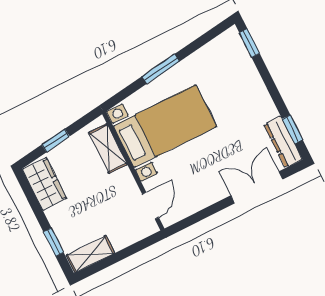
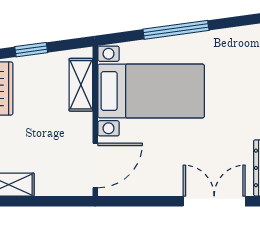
window: (161, 69) -> (176, 30), width x1.44
door: (150, 206) -> (95, 166), width x1.38

